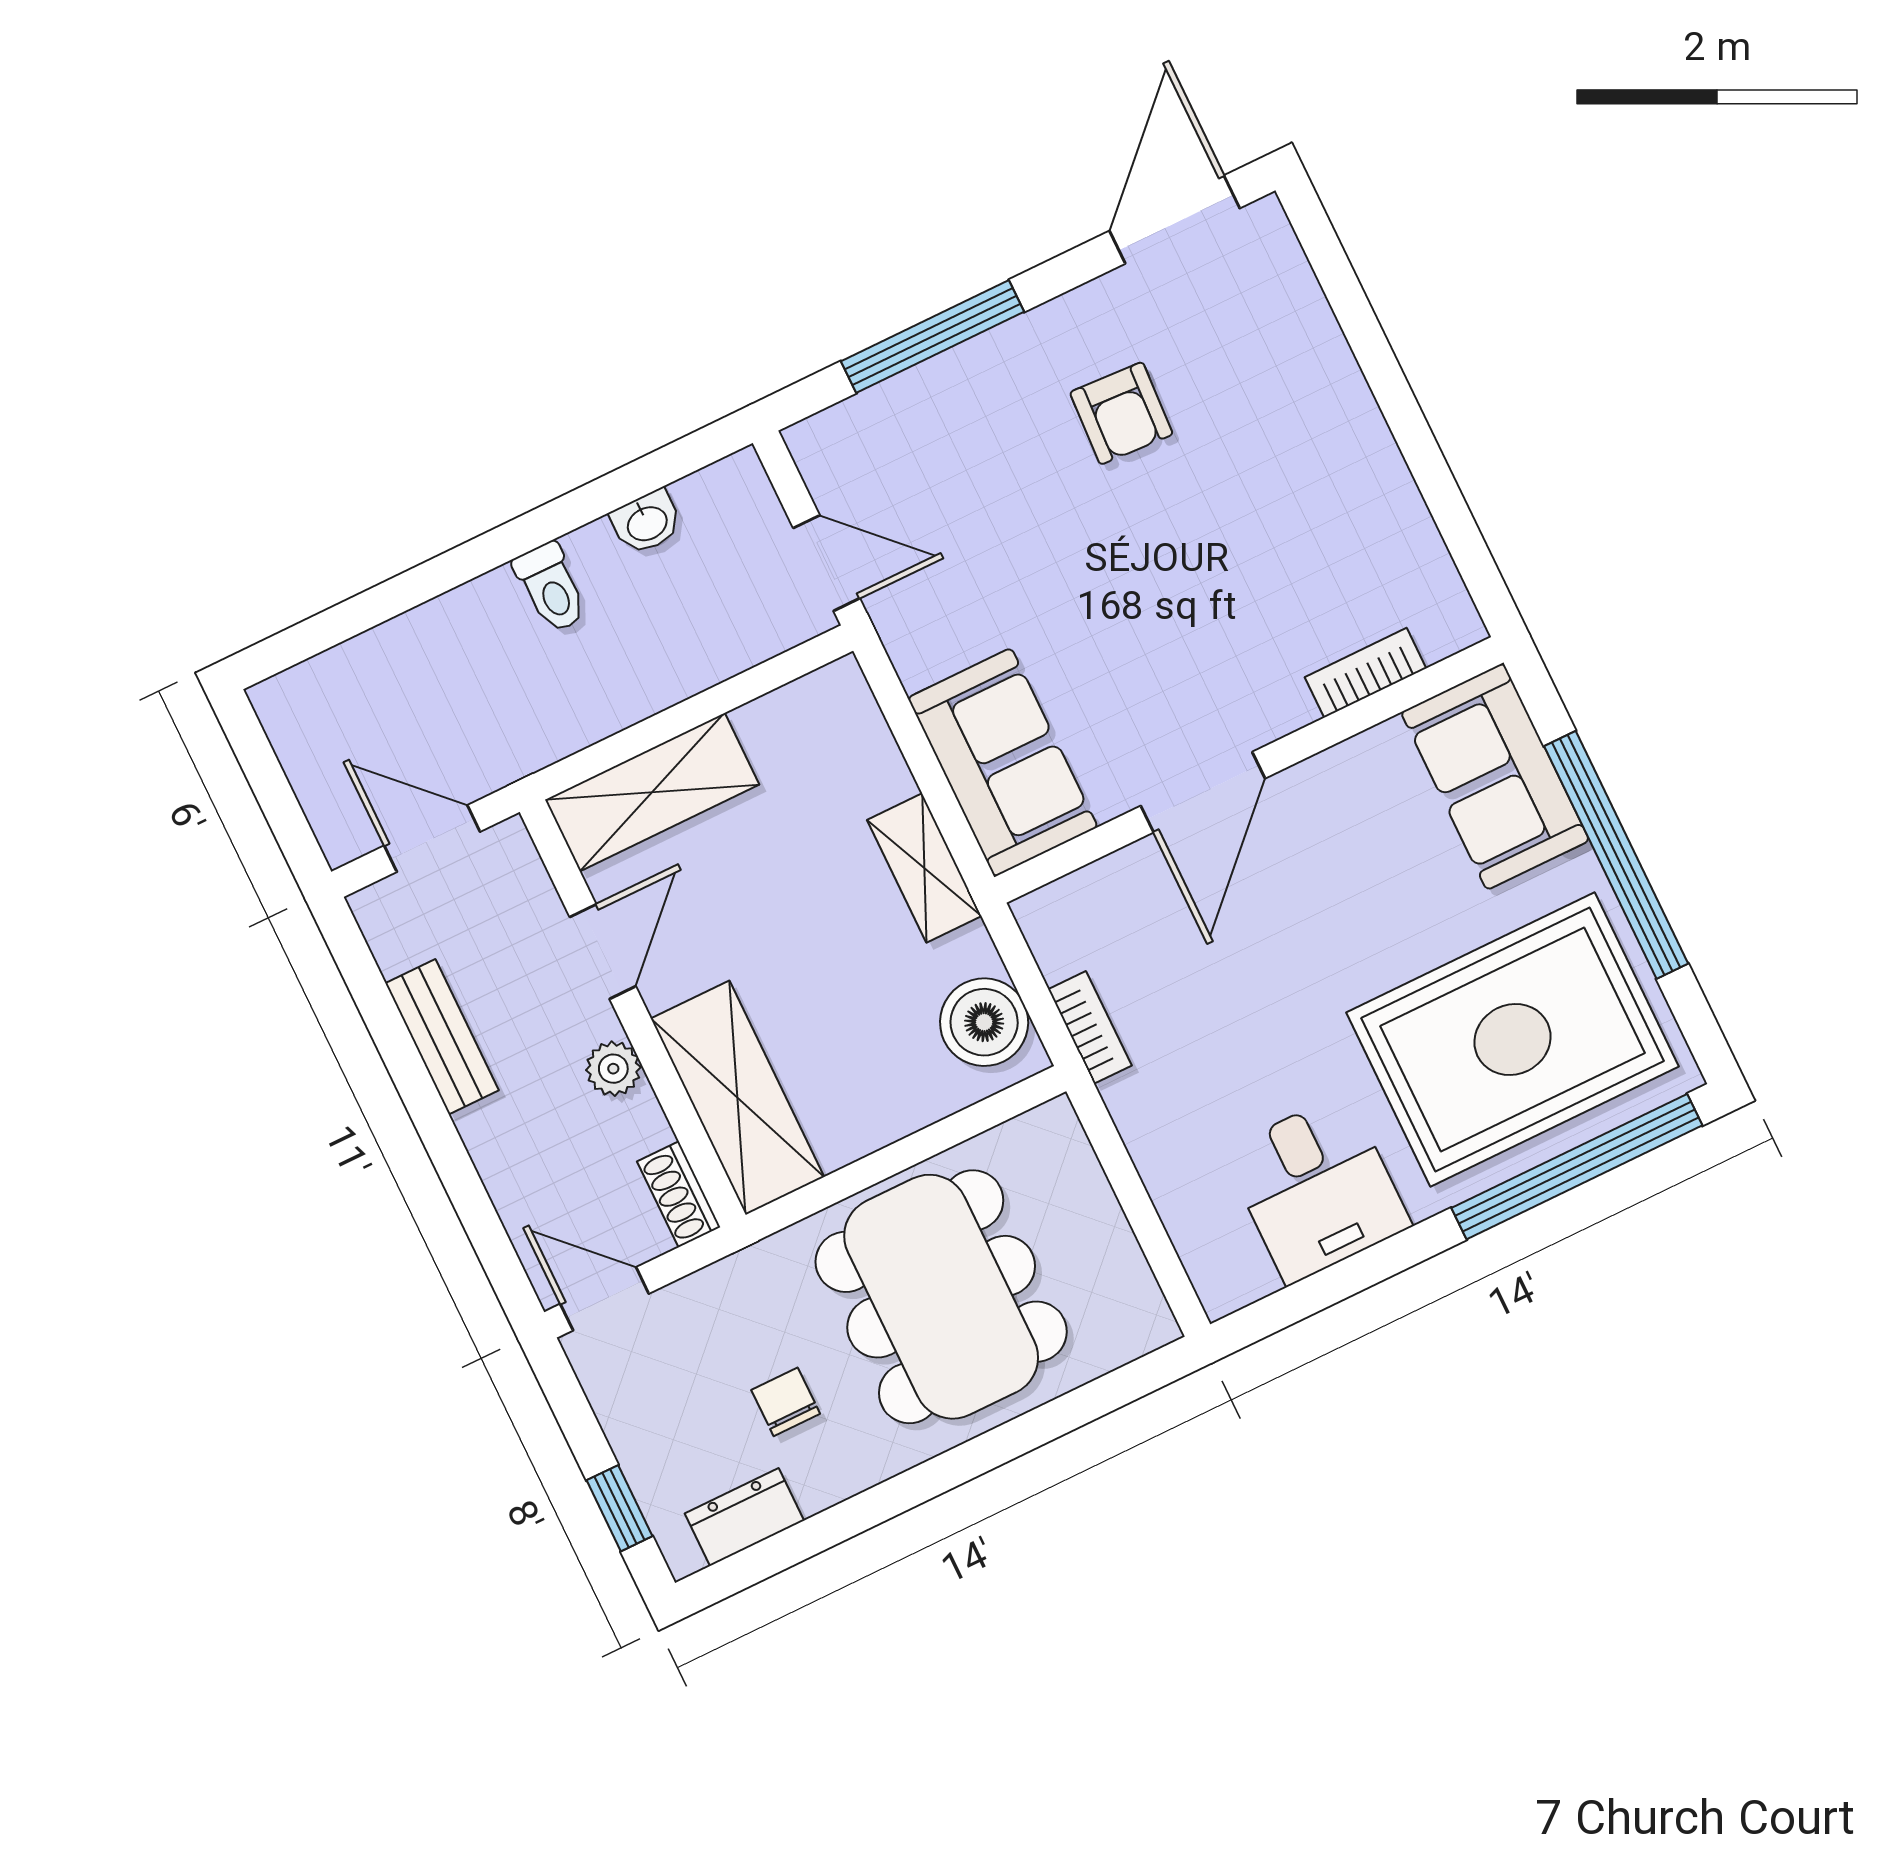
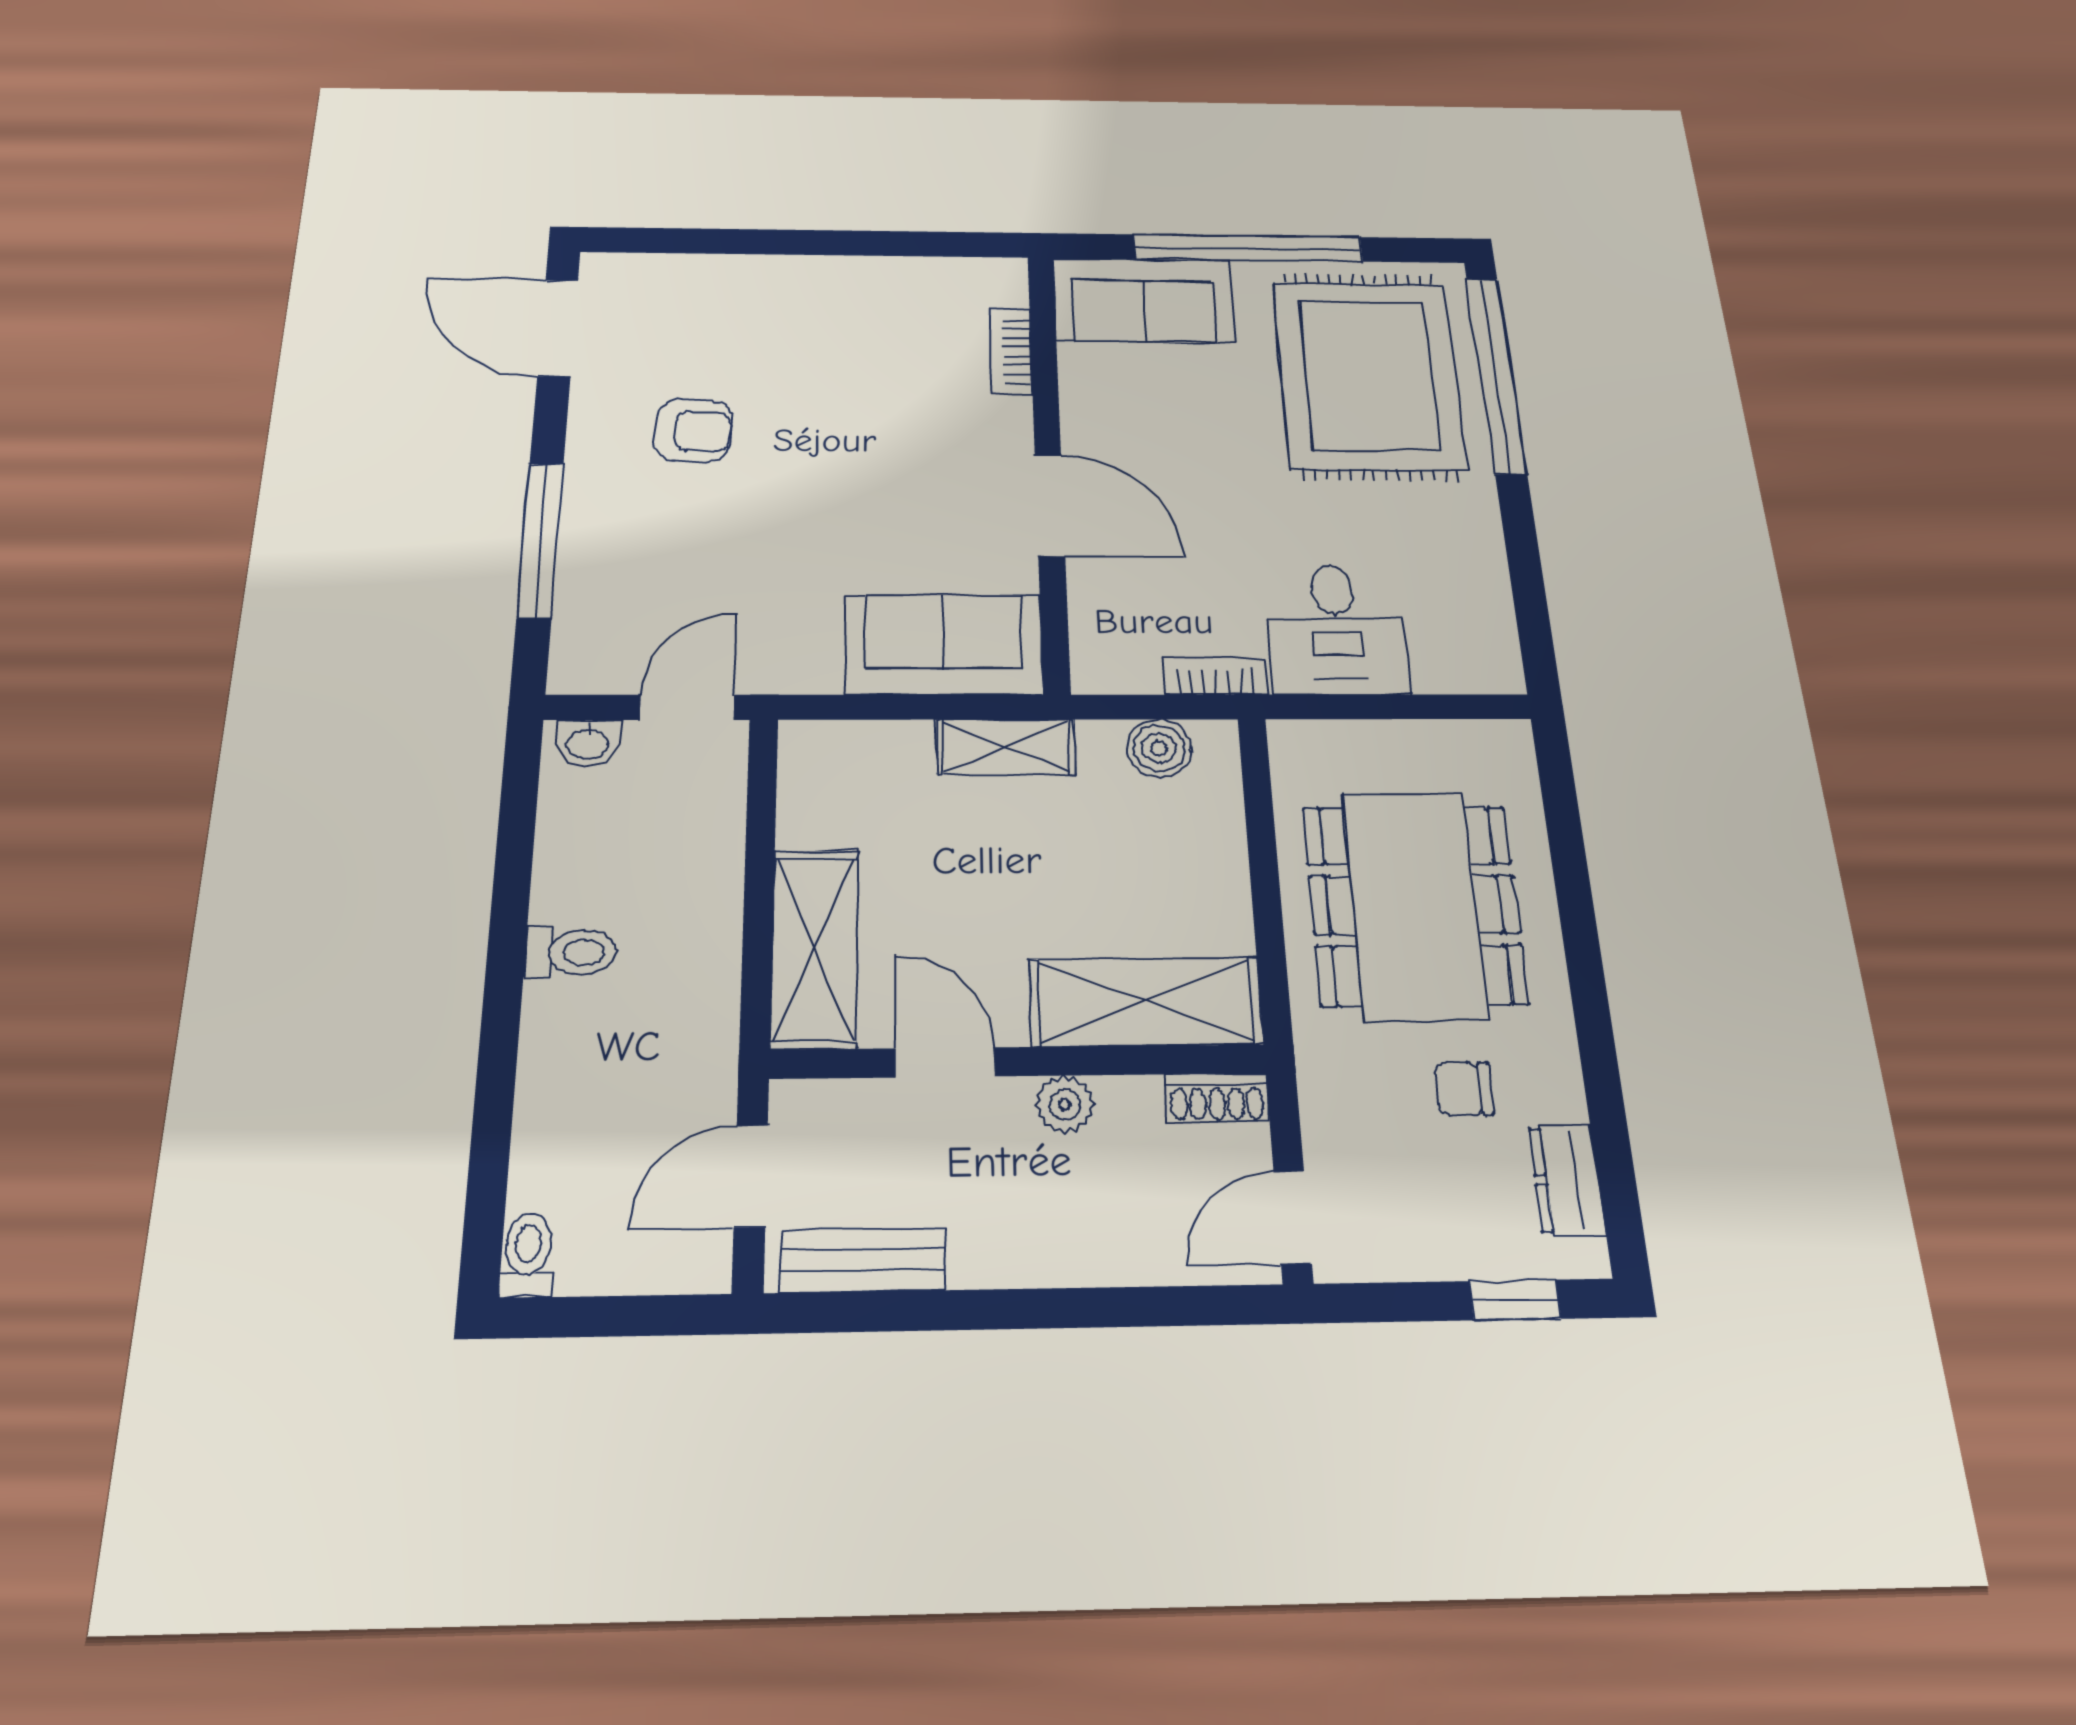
washbasin: (647, 522) -> (588, 743), moved, turned 90
toilet: (286, 694) -> (528, 1255), added
boiler: (984, 1022) -> (1159, 748), width x0.73, depth x0.73
bench: (442, 1037) -> (863, 1260), moved
desk: (1317, 1188) -> (1336, 629), moved, turned 90
dining table: (941, 1297) -> (1414, 905), turned 90

